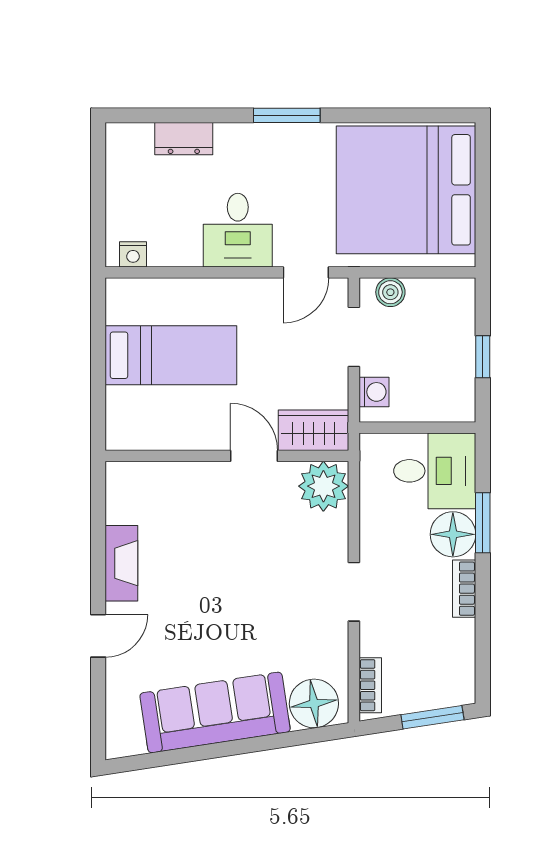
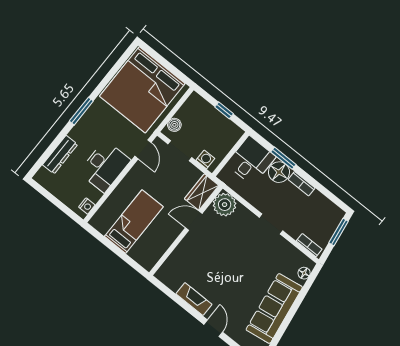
dresser: (184, 139) -> (60, 155), width x1.44
desk: (238, 230) -> (105, 166), width x1.37
floor lamp: (314, 703) -> (304, 273), width x0.53, depth x0.53

